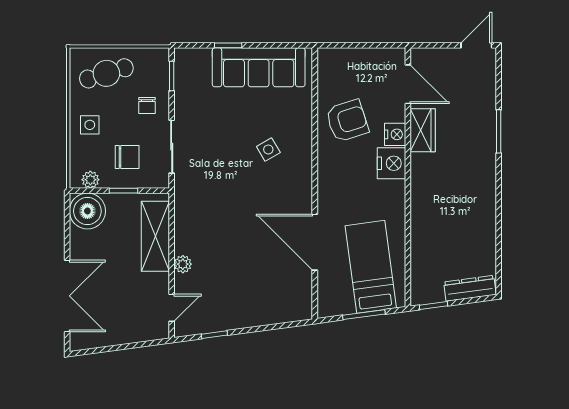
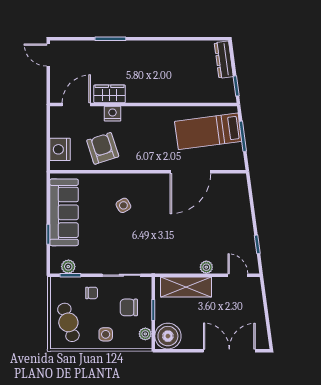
plant: (184, 73) -> (68, 267), added
chair: (127, 157) -> (129, 307), turned -90
nightstand: (392, 163) -> (60, 149), moved, turned -90

